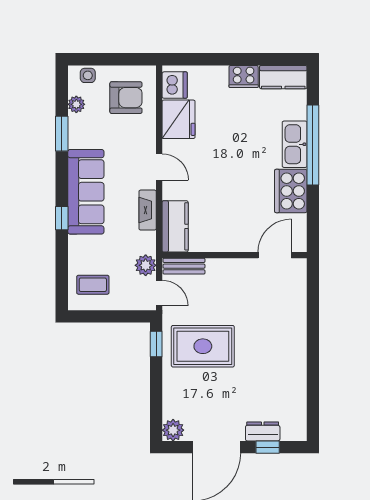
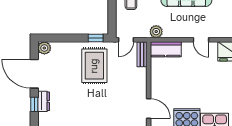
door: (159, 167) -> (201, 40), hinge flipped
fireplace: (148, 210) -> (175, 33), removed
plant: (146, 265) -> (156, 32), moved

